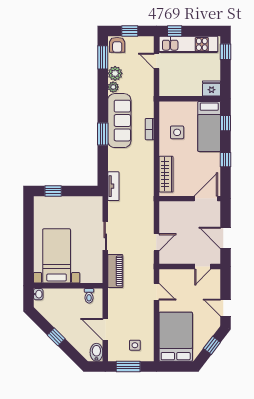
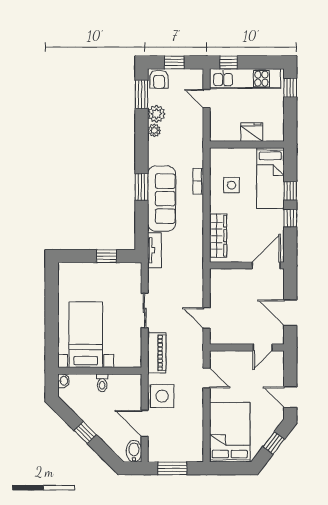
fridge: (212, 89) -> (252, 132), moved
sofa: (119, 121) -> (162, 199), moved
window: (226, 123) -> (290, 191), moved
window: (53, 191) -> (107, 256), moved
door: (156, 242) -> (207, 318), swing flipped
toilet: (89, 296) -> (102, 383), moved
side table: (135, 345) -> (162, 396), moved, width x1.87, depth x1.87

